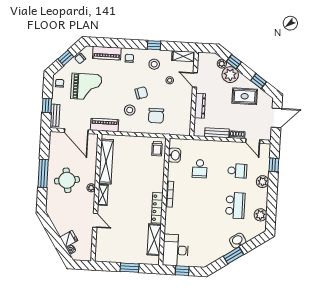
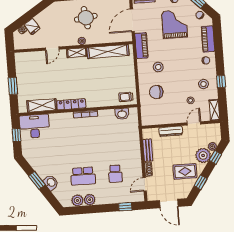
grand piano: (86, 87) -> (175, 24), turned 180
chair: (141, 93) -> (175, 76), removed
rug: (245, 96) -> (185, 171), turned 90
school desk: (200, 169) -> (113, 139), removed
plant: (263, 182) -> (90, 200), moved

